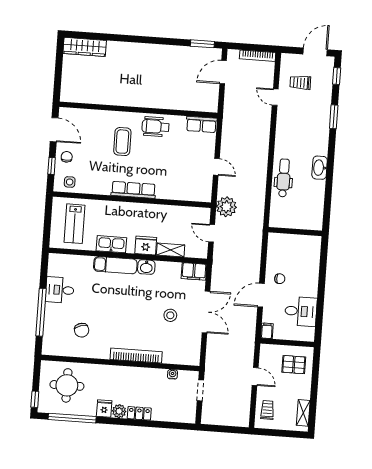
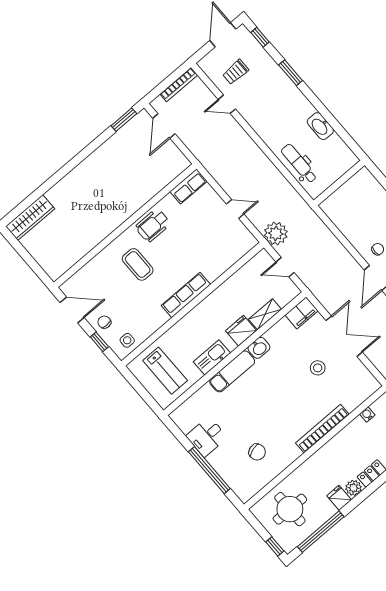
wall: (295, 231) -> (339, 183), moved

